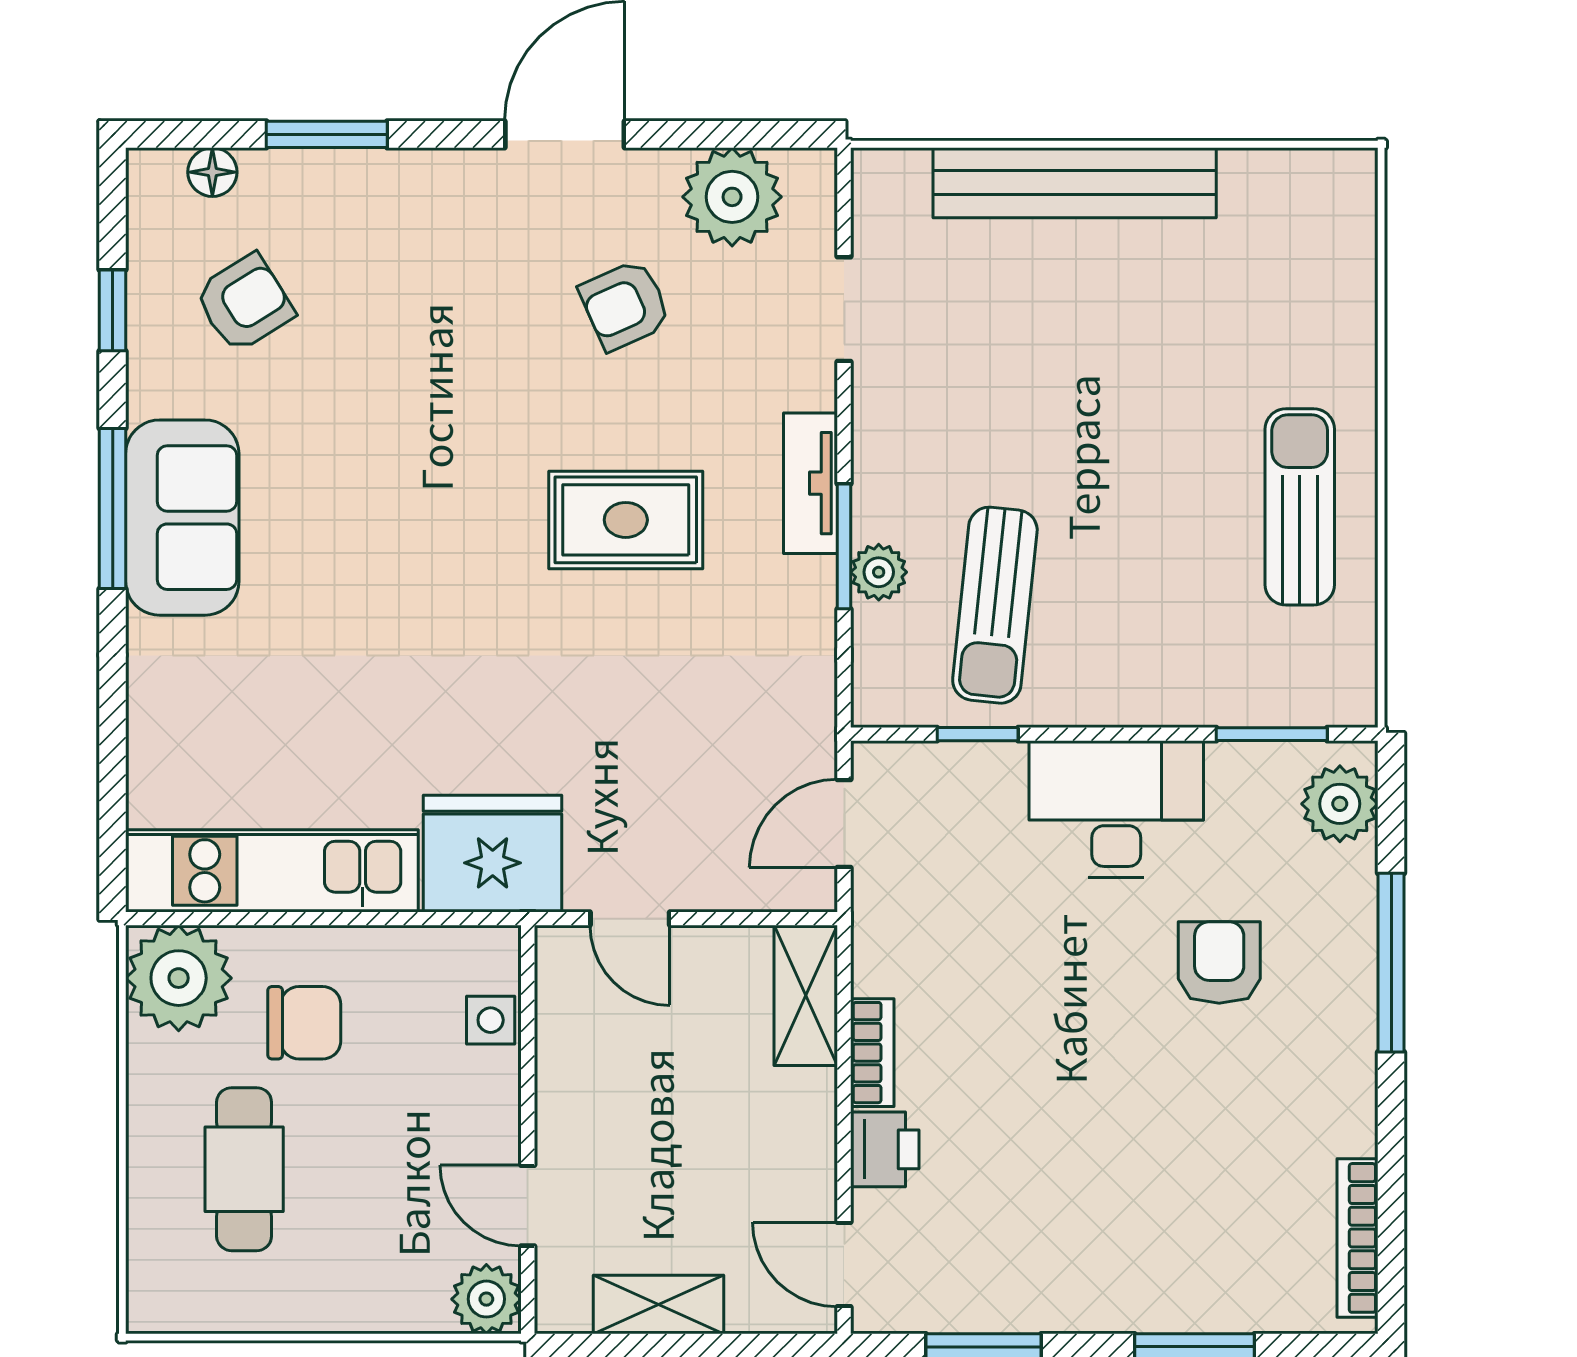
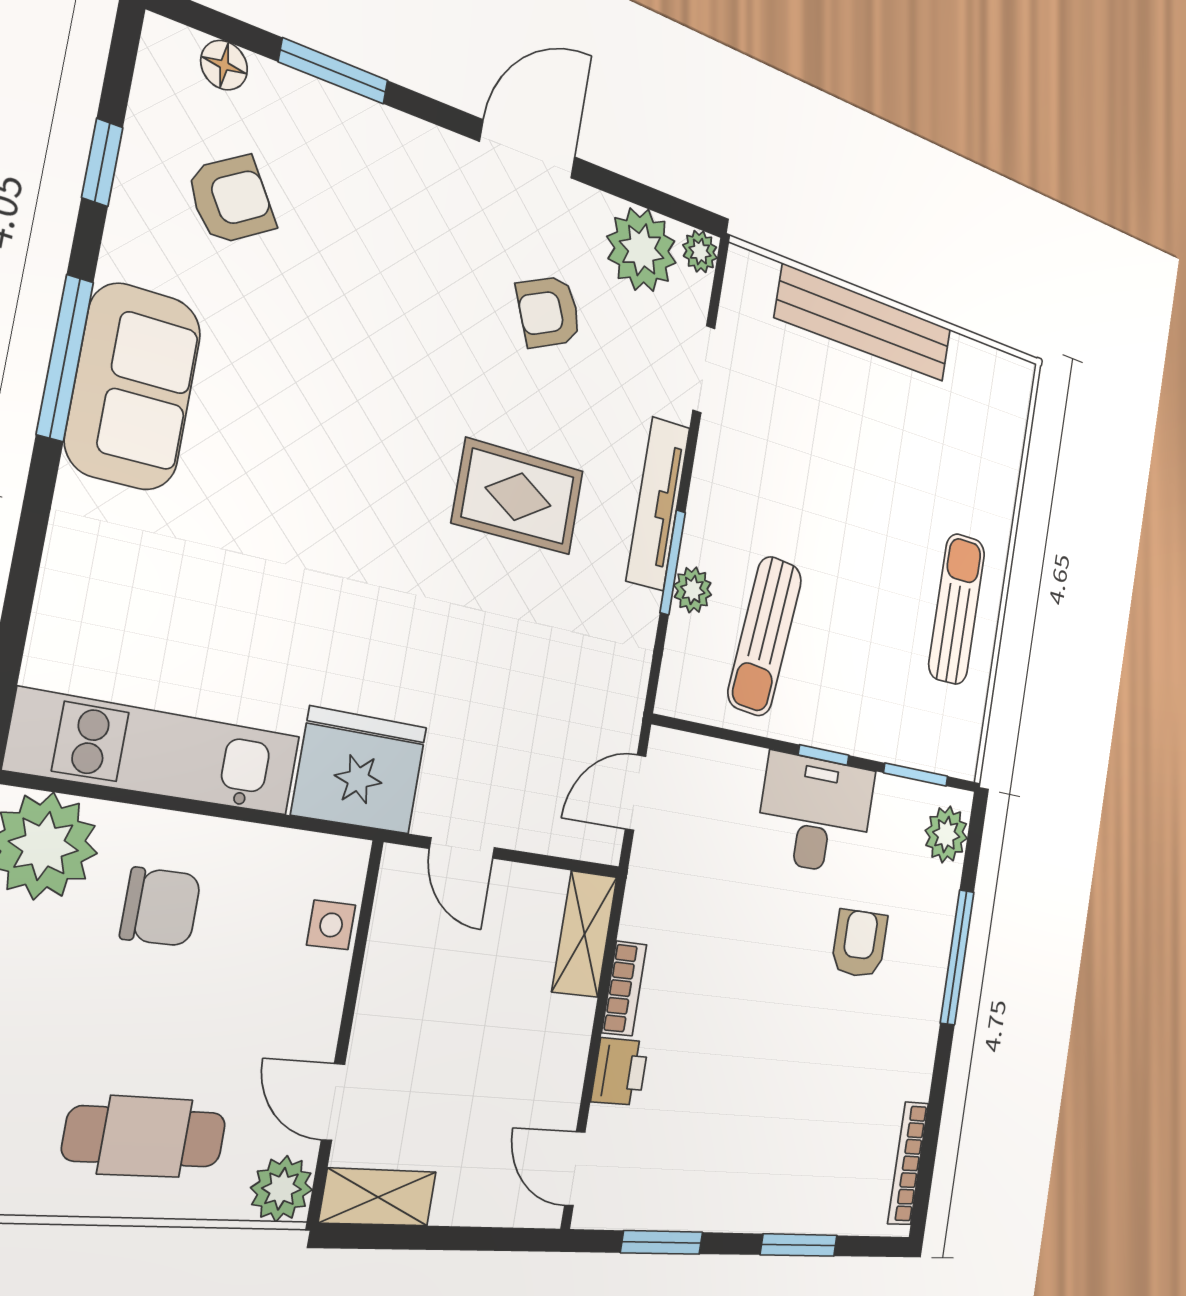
plant: (812, 173) -> (700, 252), added
tv unit: (811, 483) -> (658, 504), width x1.41
window: (978, 734) -> (824, 755), moved
cafe table: (244, 1169) -> (145, 1137), moved, turned 90
shelving: (658, 1305) -> (378, 1197), moved

